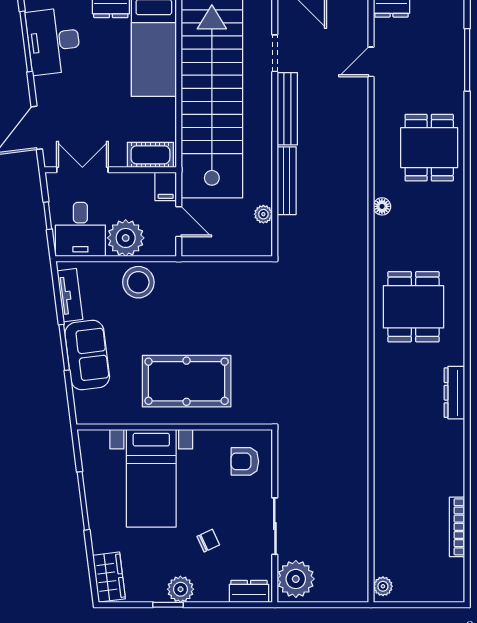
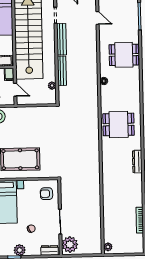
door: (371, 62) -> (98, 18), swing flipped
dining table: (429, 148) -> (124, 55), turned 90
dining table: (413, 307) -> (119, 124), turned 90

